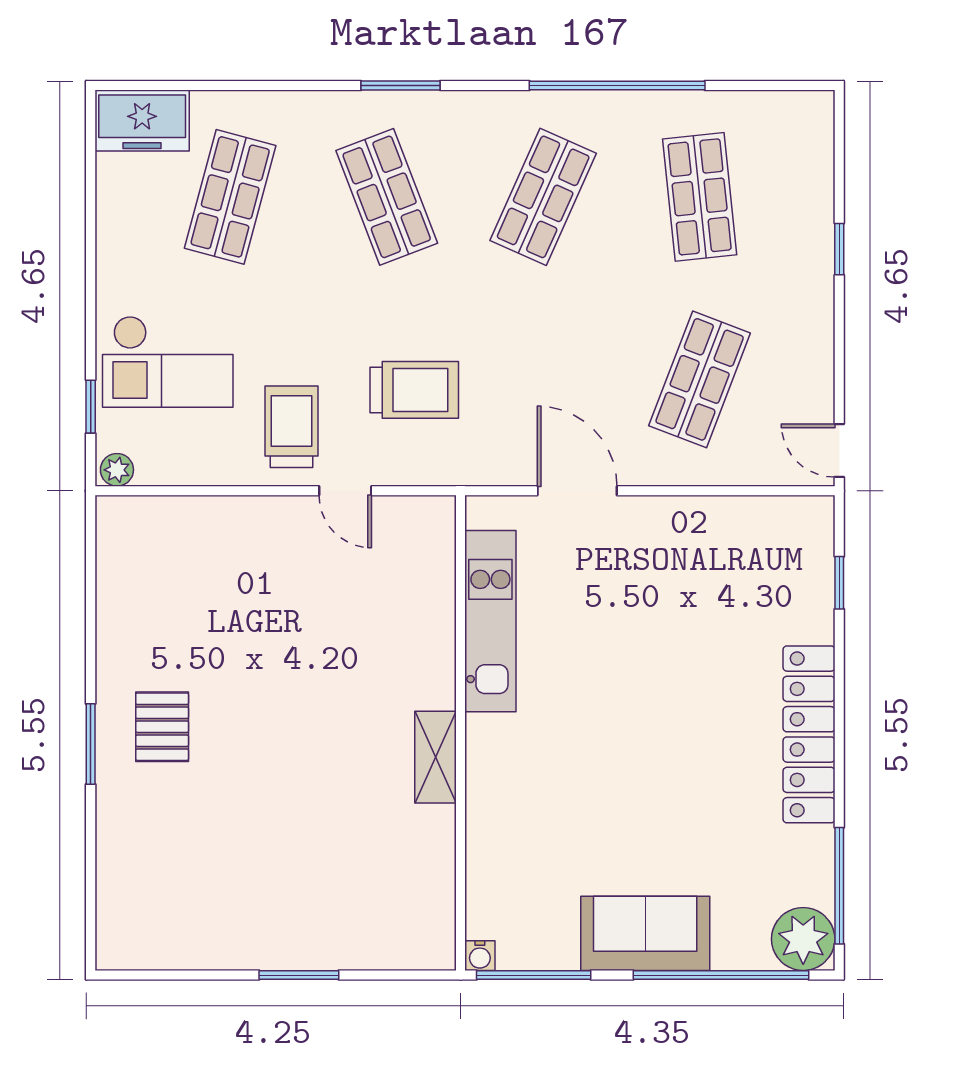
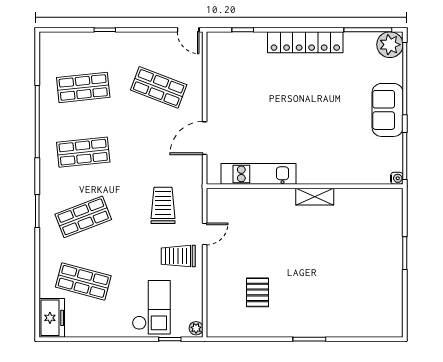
shop shelf: (543, 197) -> (83, 152), turned -30
door: (839, 451) -> (188, 30), hinge flipped
pallet: (162, 727) -> (257, 292), moved, turned 90

